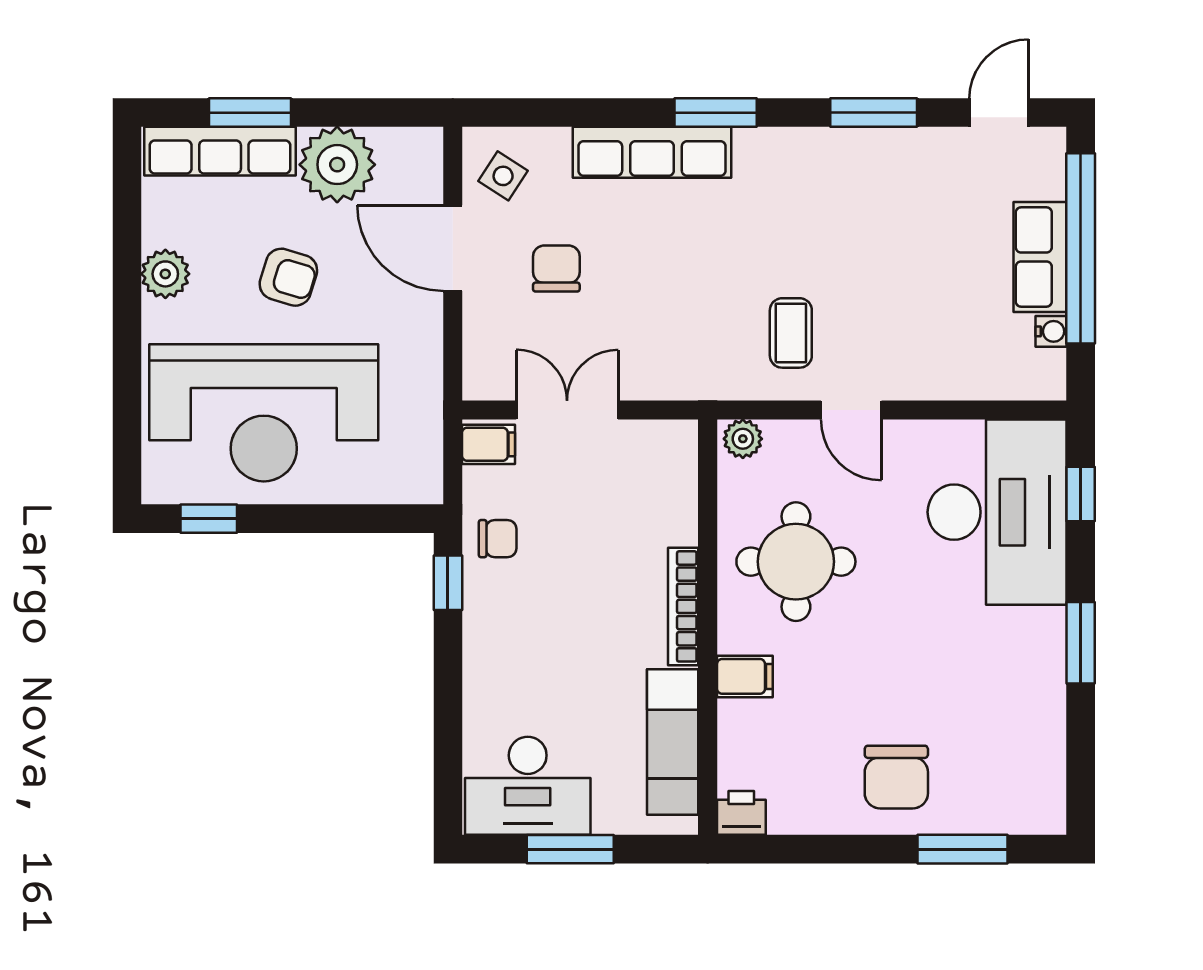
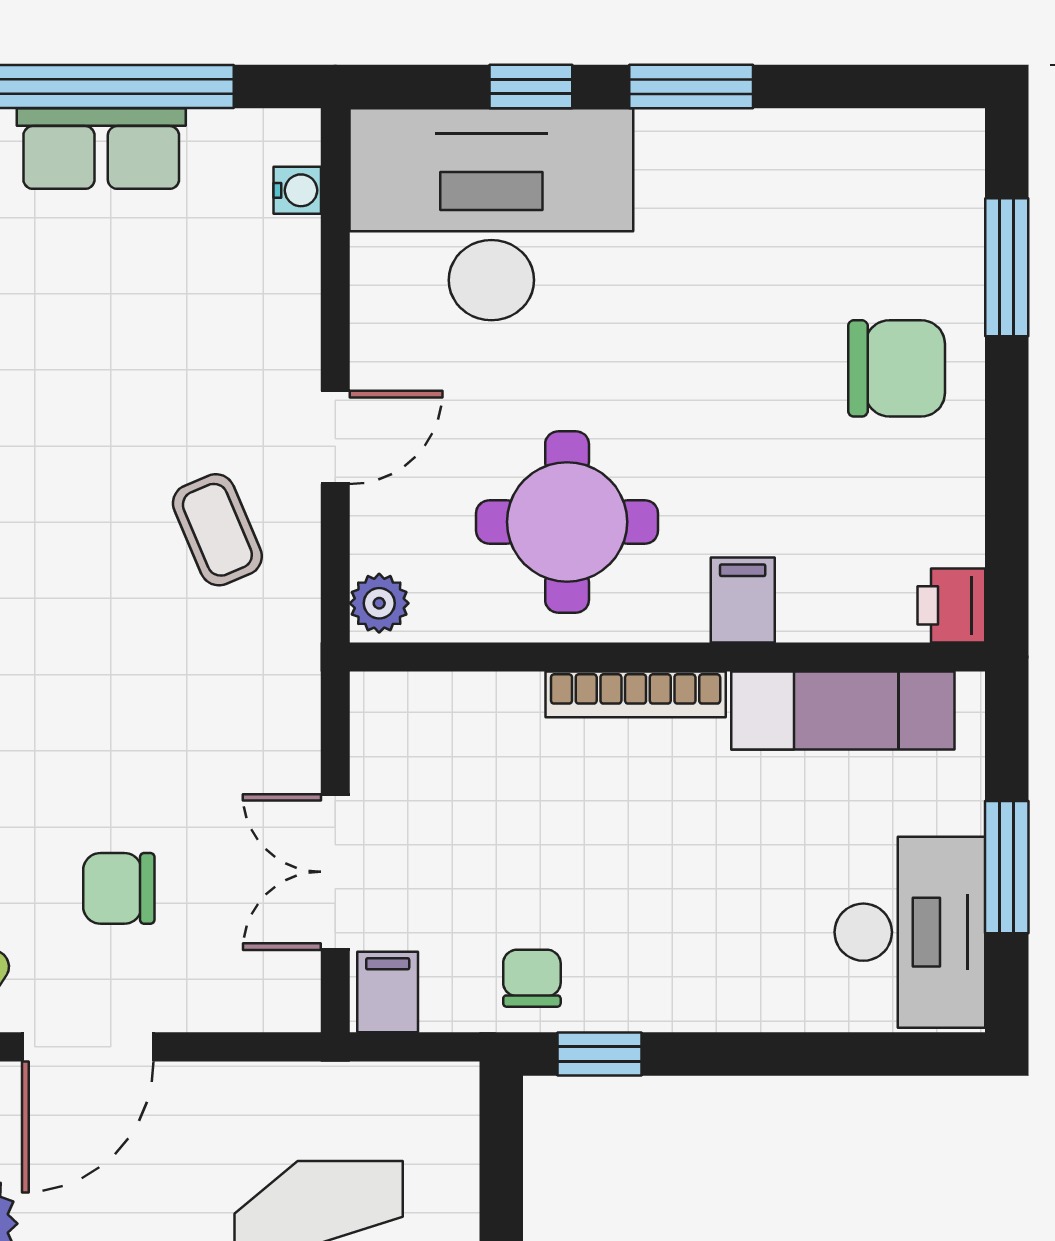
water cooler: (1051, 331) -> (297, 190), moved, turned 90
coffee table: (791, 333) -> (217, 530), turned 67
window: (1081, 494) -> (531, 87), moved

